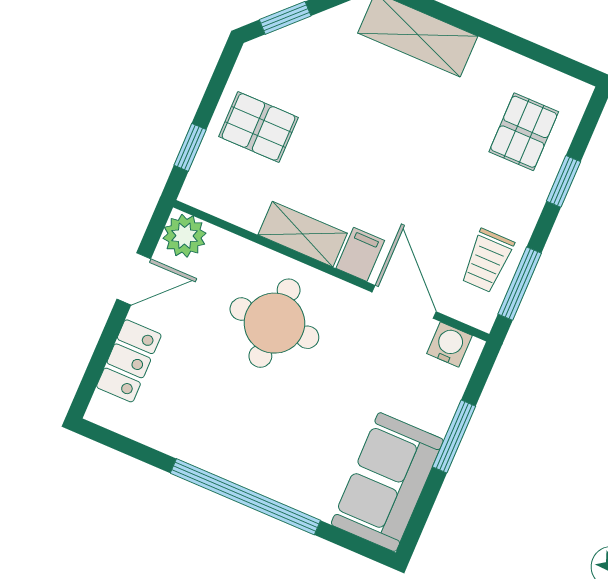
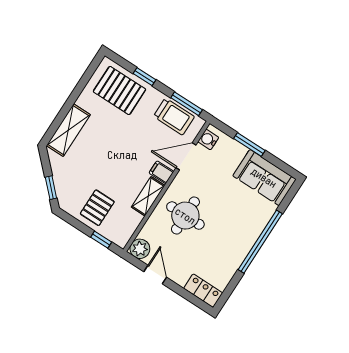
pallet: (524, 132) -> (119, 90), width x1.50, depth x1.42
trolley: (487, 261) -> (174, 116), width x1.36, depth x1.39
locker: (129, 361) -> (203, 291), moved

